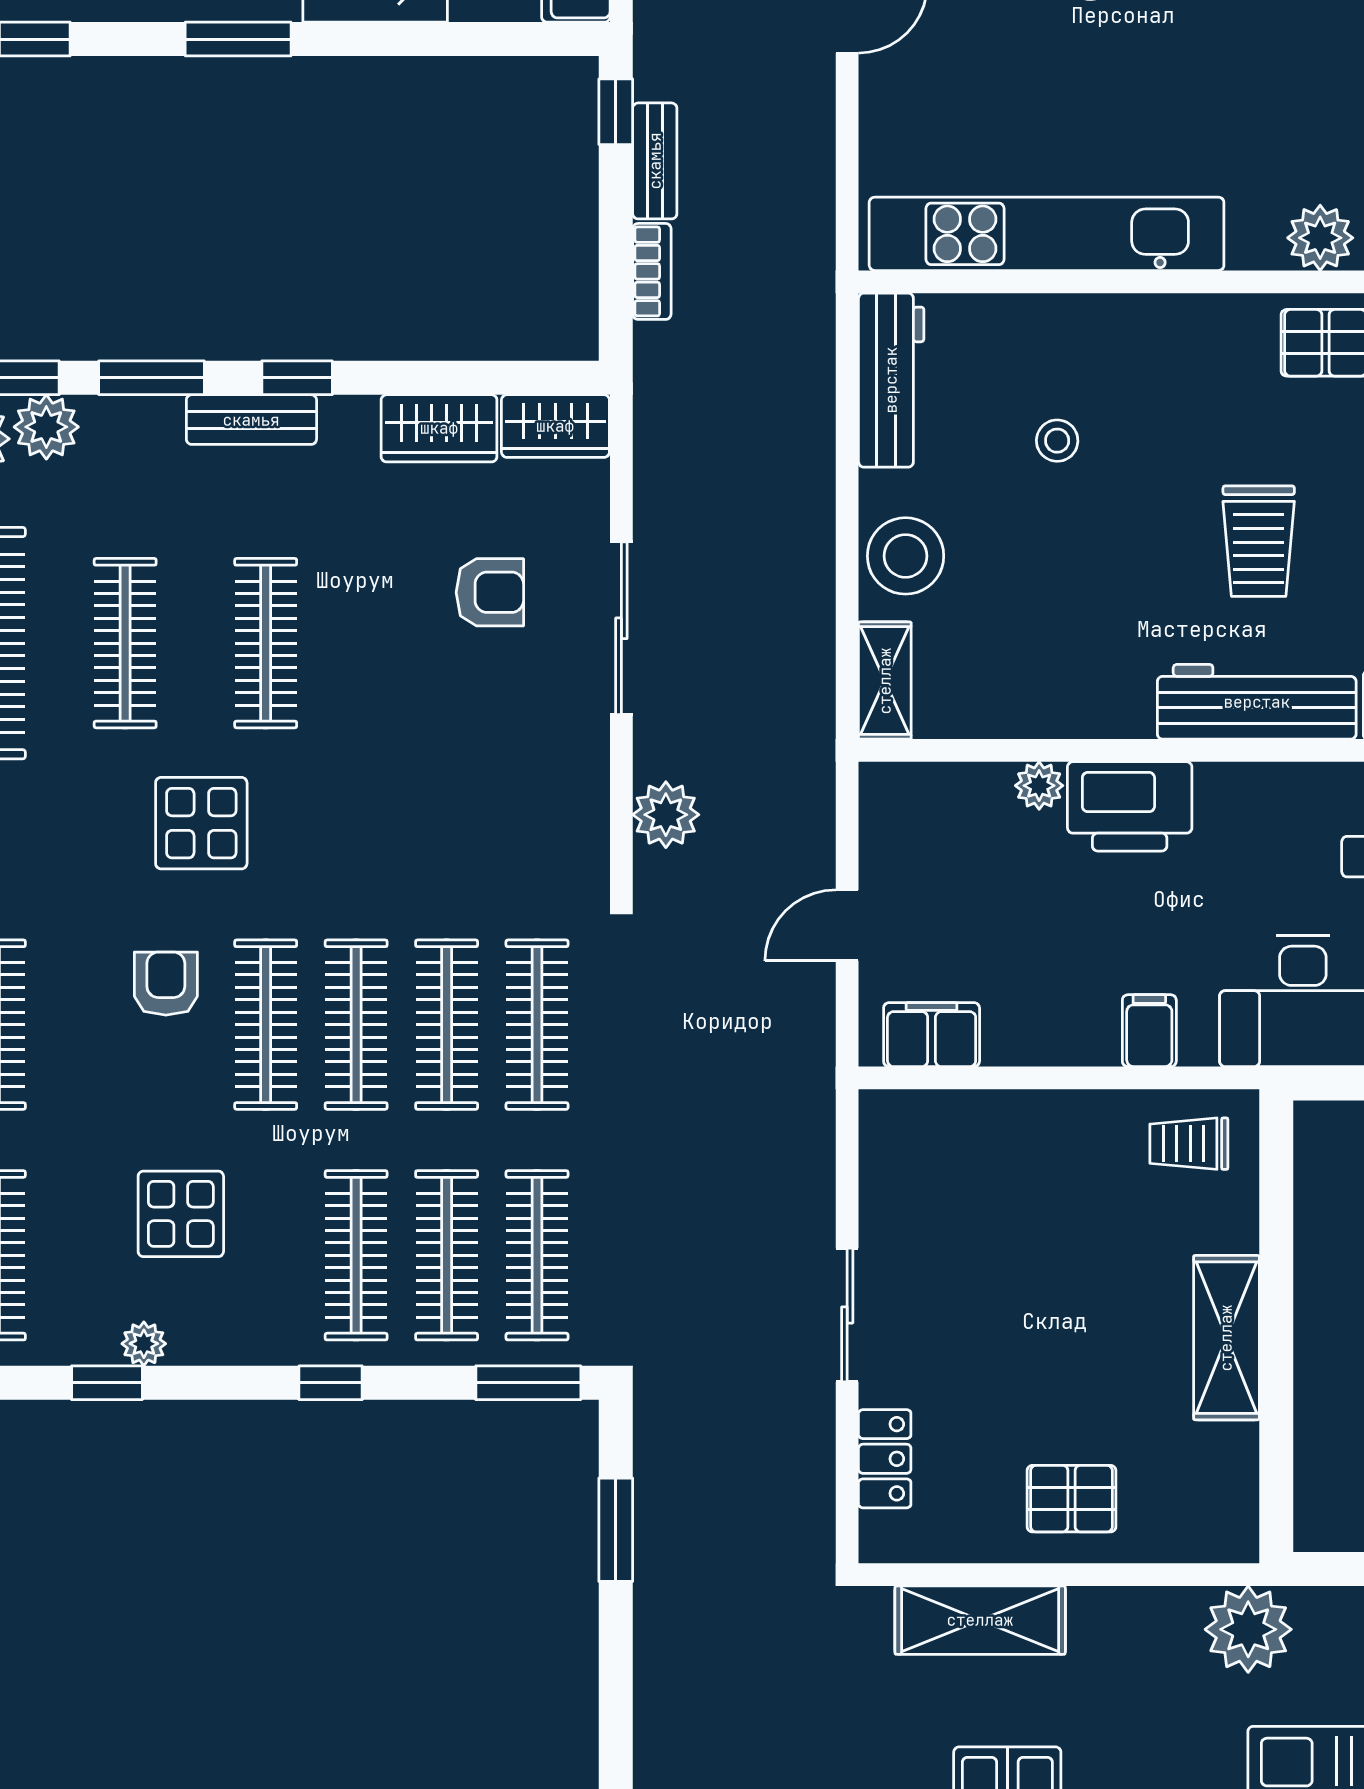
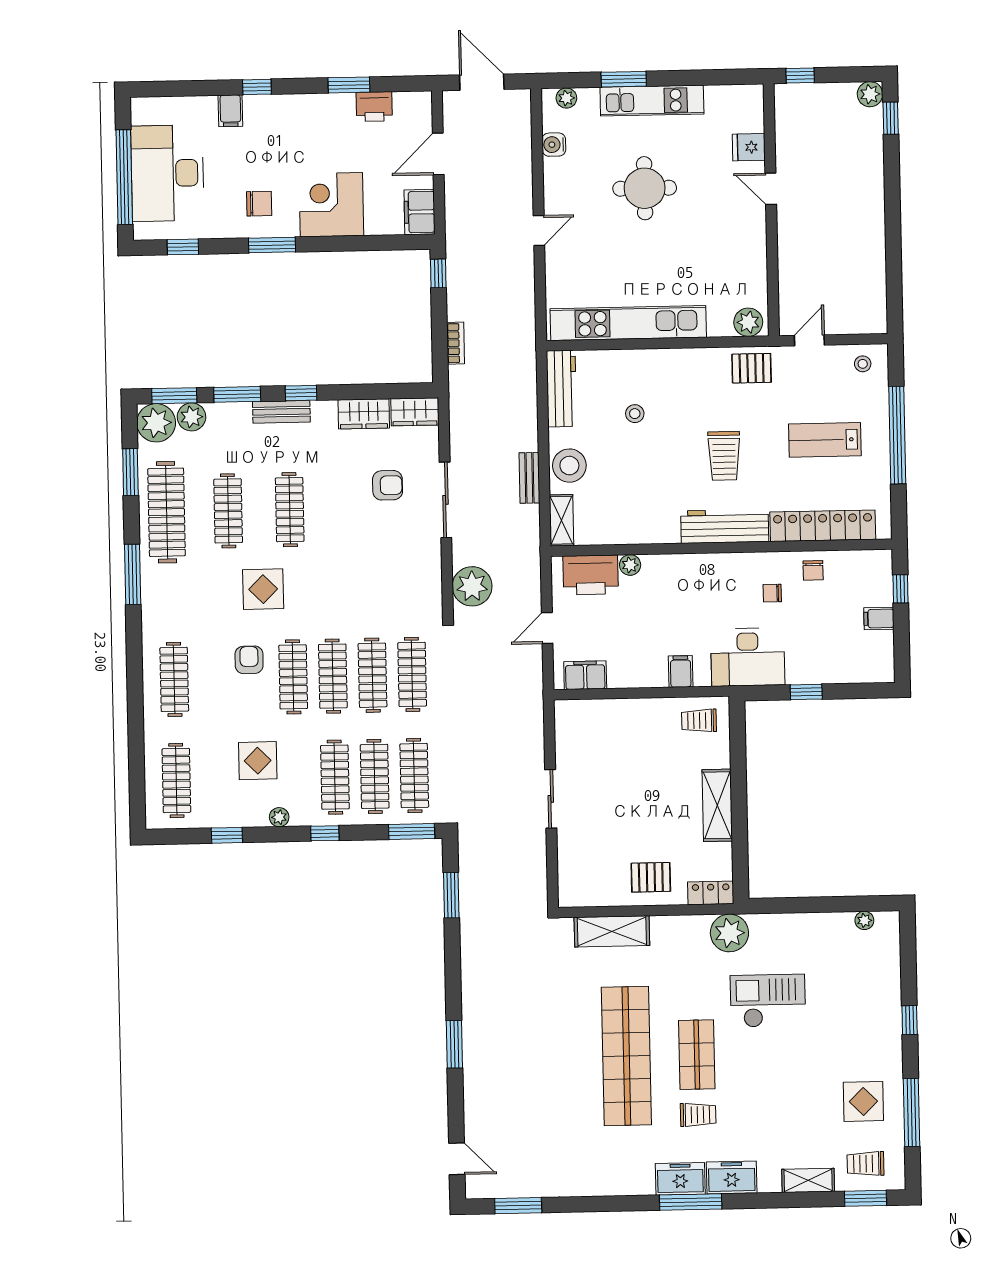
bench: (655, 161) -> (529, 478), moved
printer: (1130, 806) -> (591, 575), moved
plant: (666, 815) -> (472, 586), width x1.36, depth x1.36
plant: (144, 1344) -> (279, 817), moved
locker: (885, 1459) -> (711, 893), moved, turned -90

